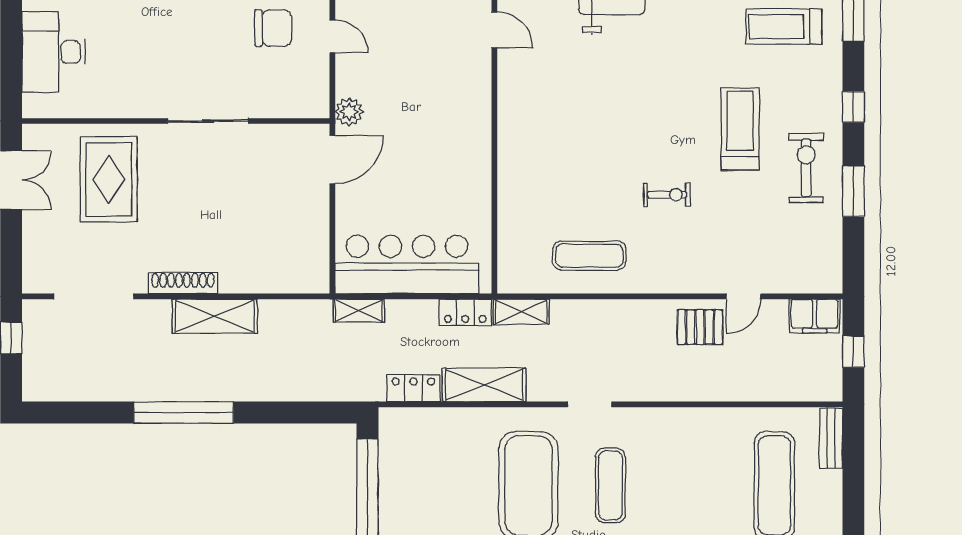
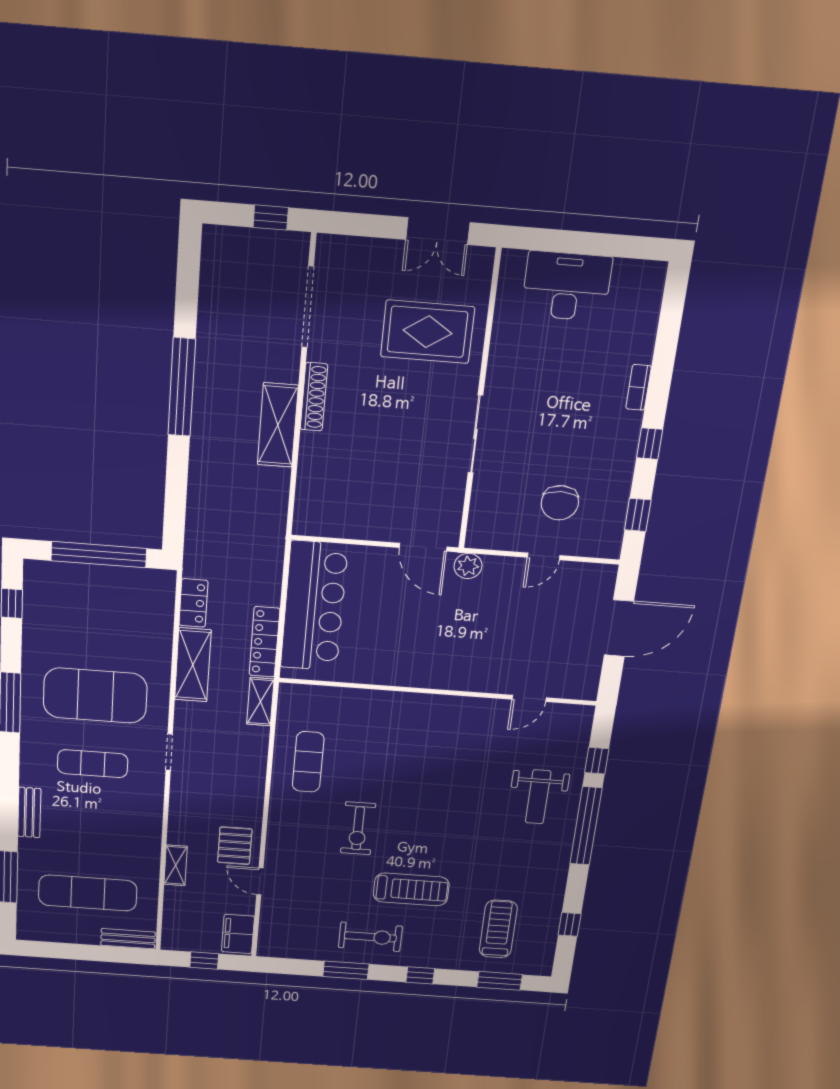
exercise bike: (667, 195) -> (358, 828), width x1.38, depth x1.39
shelving: (359, 311) -> (176, 865), moved
locker: (465, 312) -> (264, 642), width x1.53

